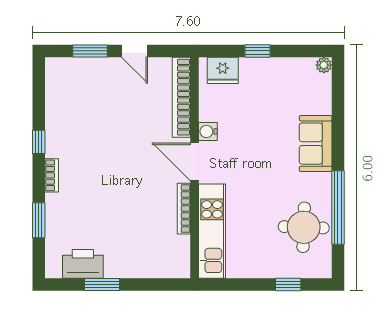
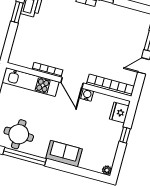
door: (195, 162) -> (72, 83), swing flipped

